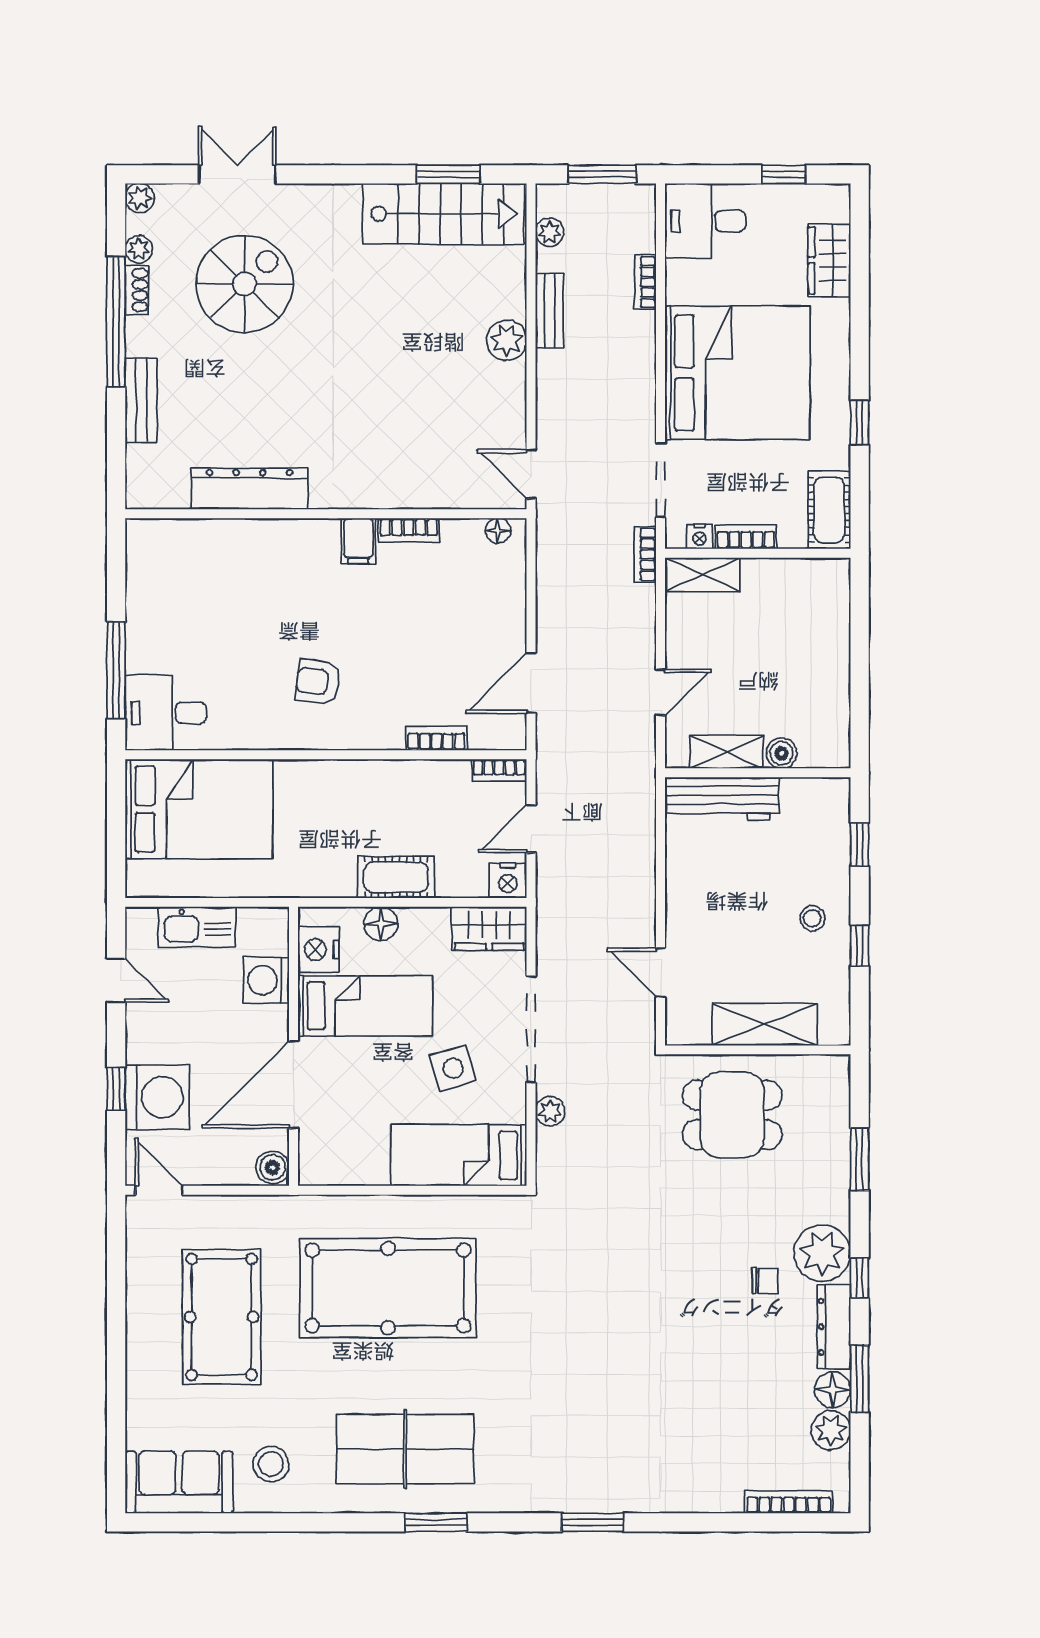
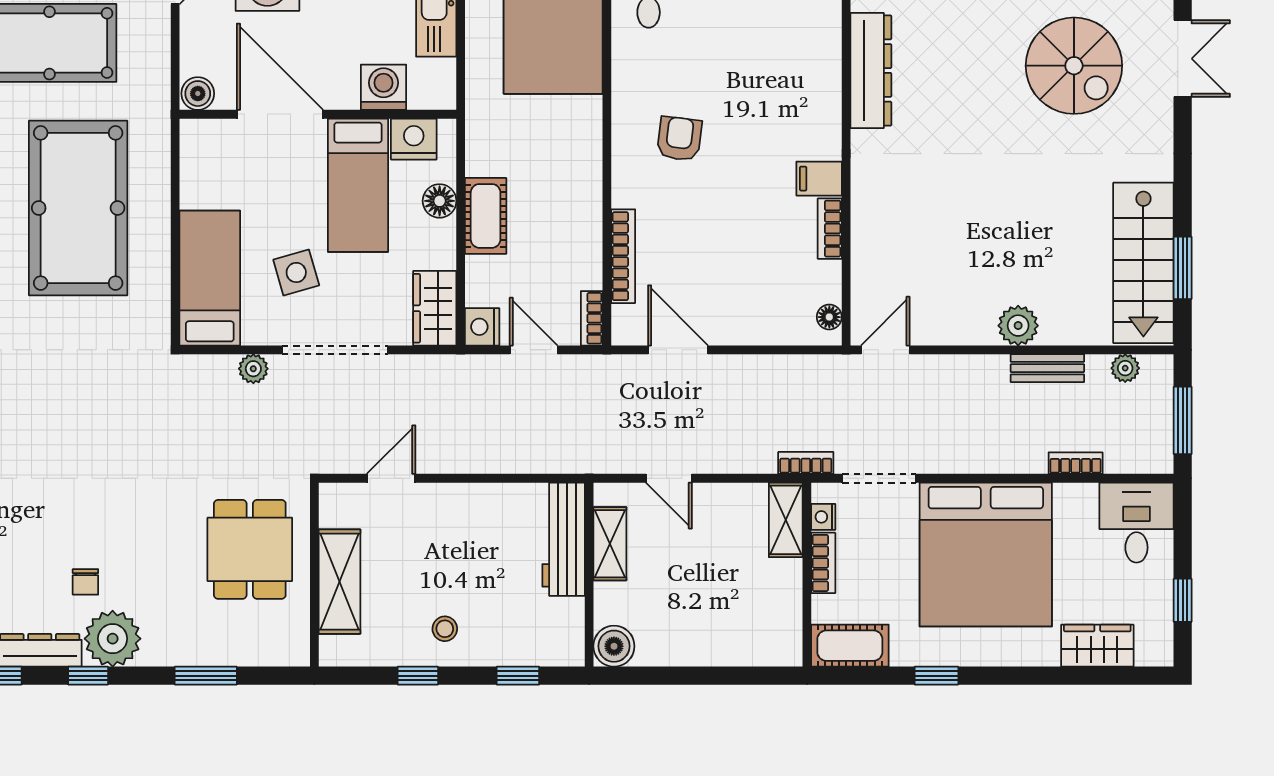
bookcase: (437, 738) -> (623, 256), width x1.56
boiler: (781, 753) -> (614, 646), moved, width x1.36, depth x1.36

